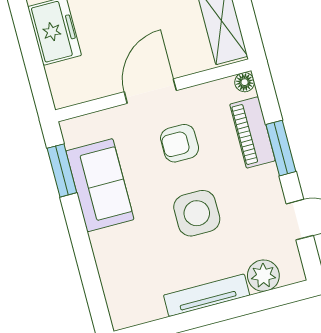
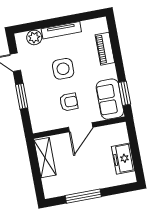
floor lamp: (245, 82) -> (36, 128), removed
piano: (252, 132) -> (105, 49), moved, turned 180
sofa: (100, 185) -> (110, 99), moved

